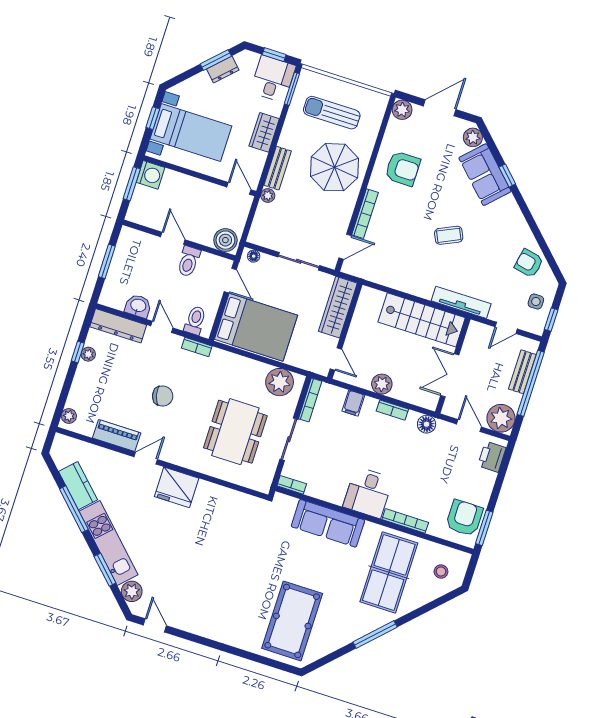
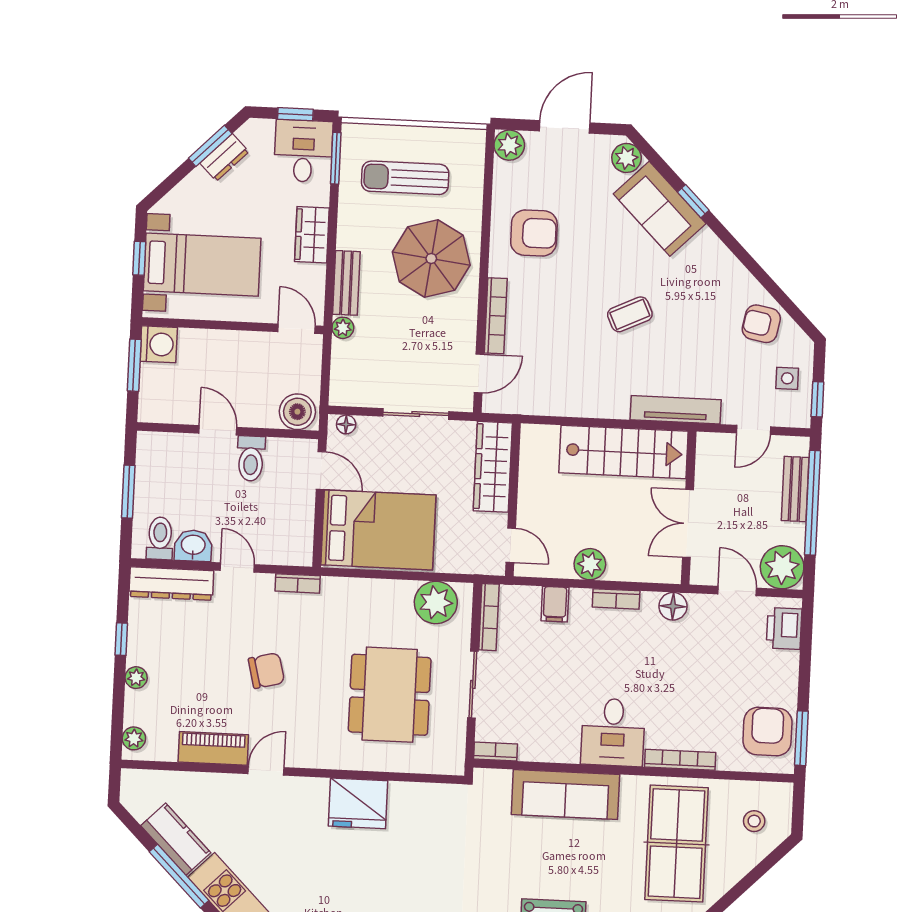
toilet: (195, 320) -> (160, 538), moved
plant: (88, 354) -> (136, 678), moved
fridge: (177, 487) -> (358, 803), moved

